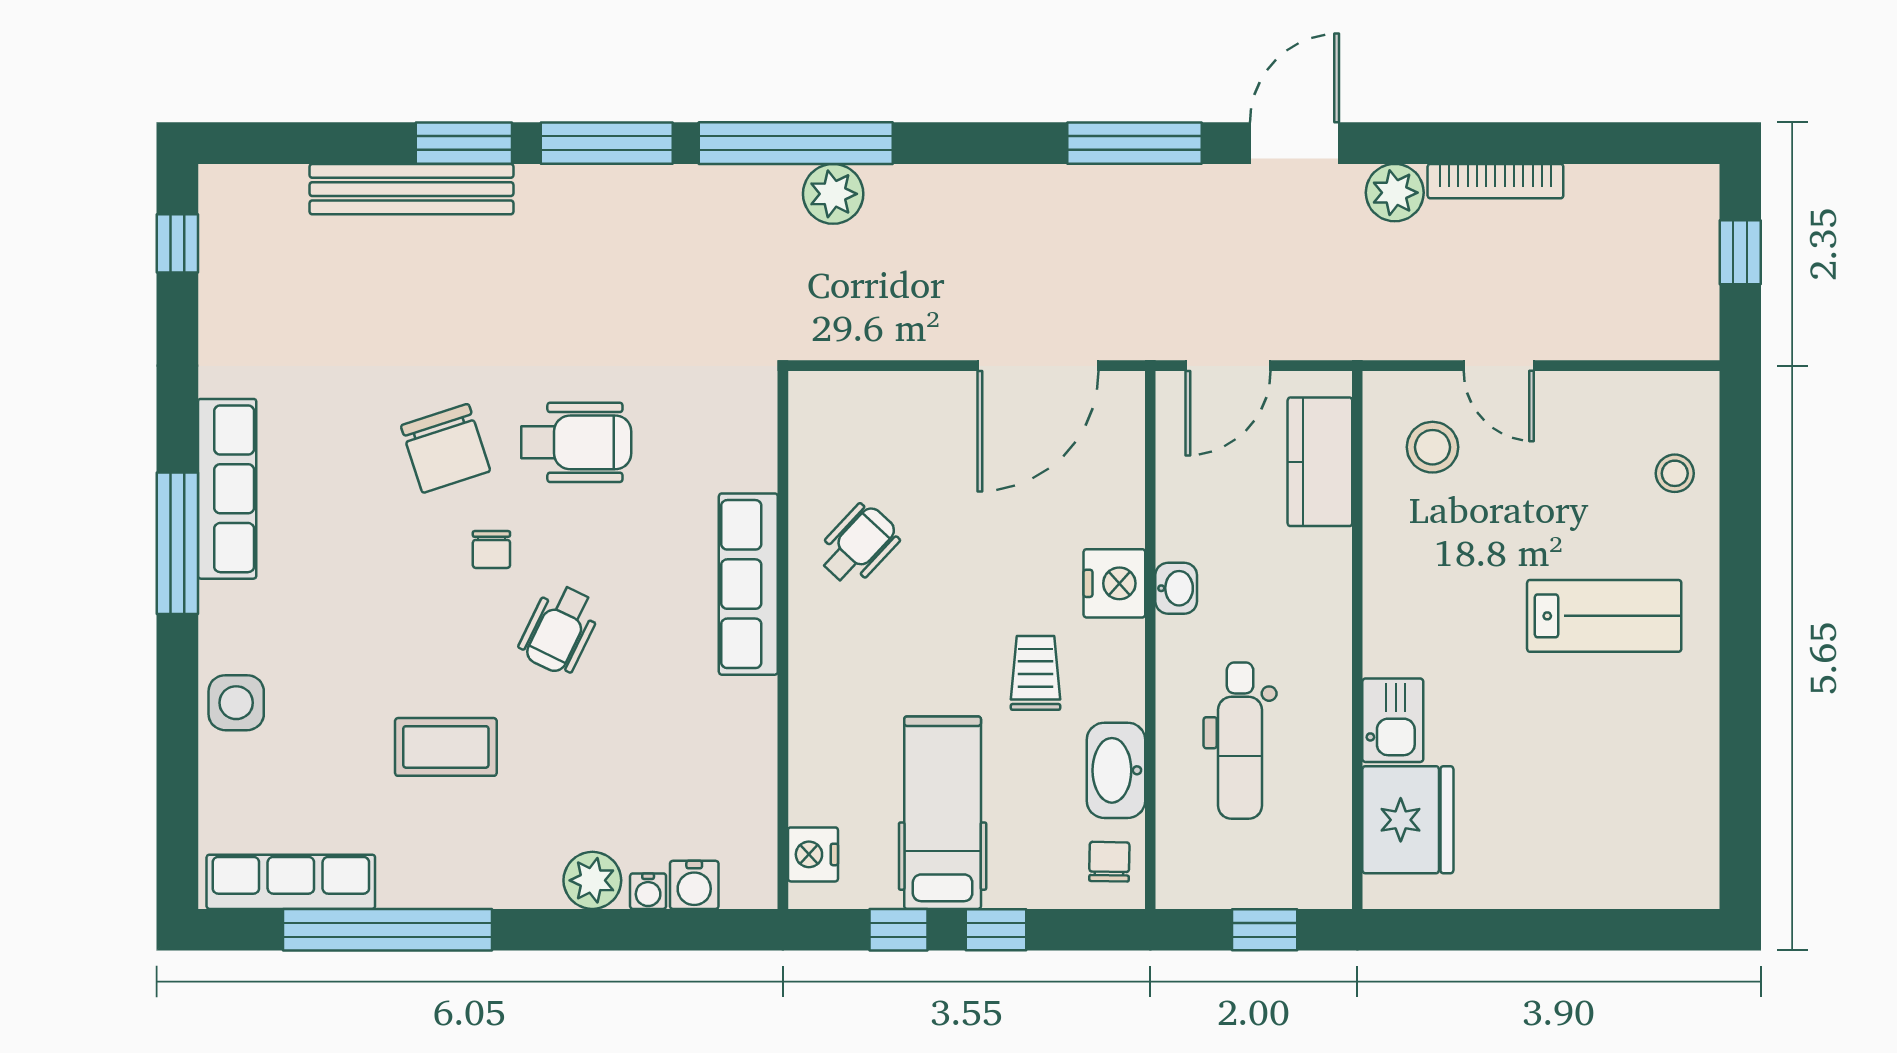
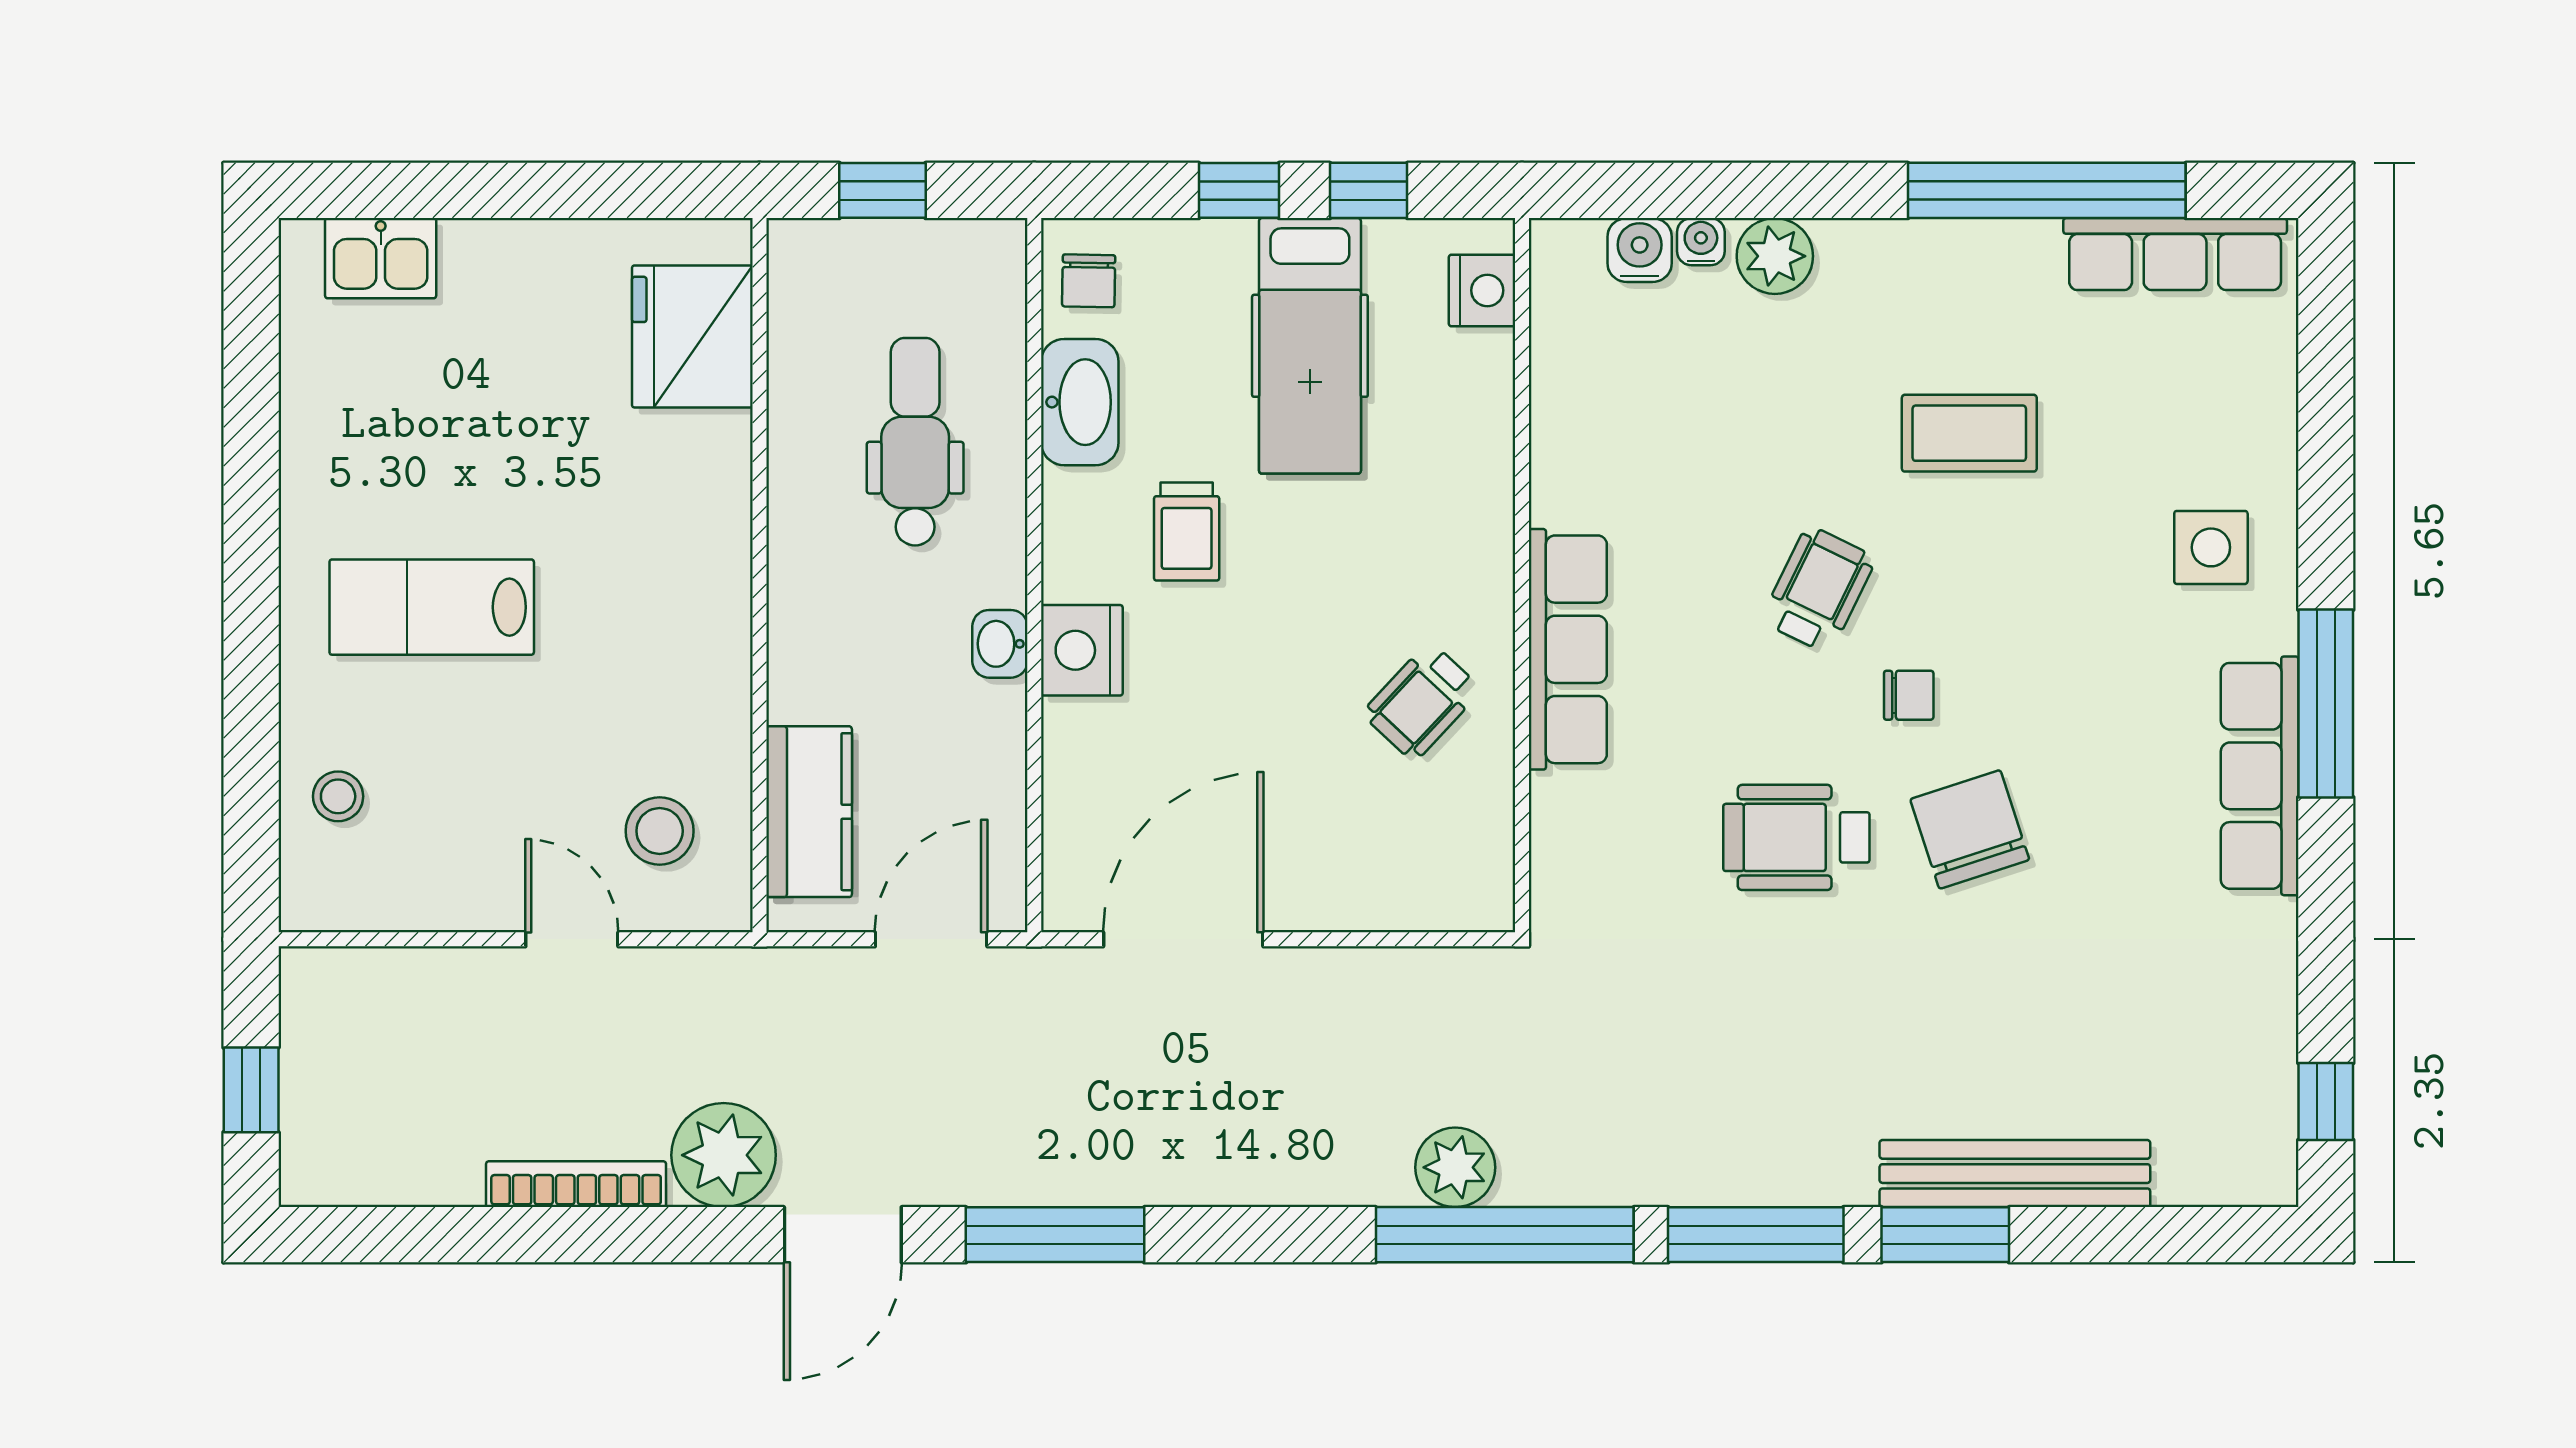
plant: (1395, 193) -> (724, 1155), width x1.36, depth x1.36
chair: (491, 549) -> (1909, 695), turned 90
side table: (236, 703) -> (2211, 547), moved
kitchen sink: (1393, 720) -> (381, 258), moved, turned -90

